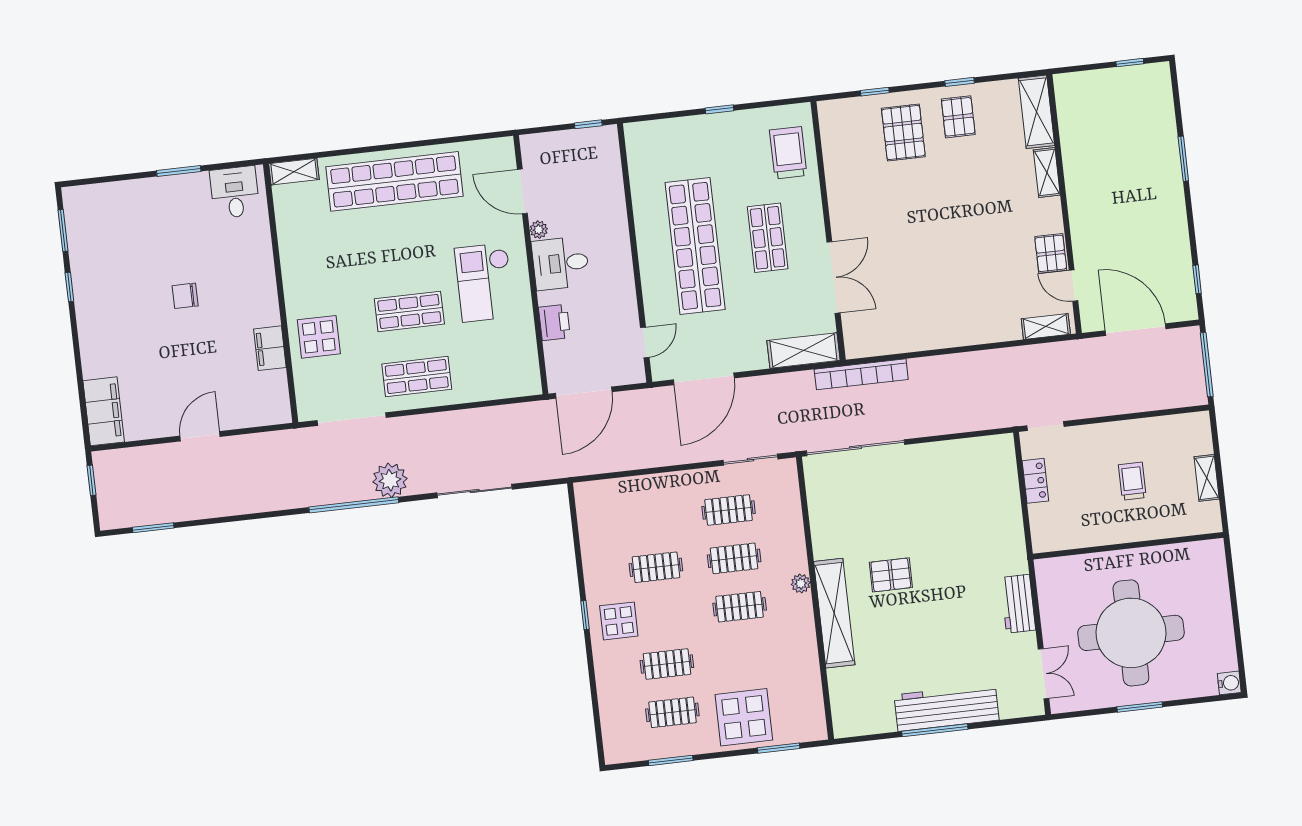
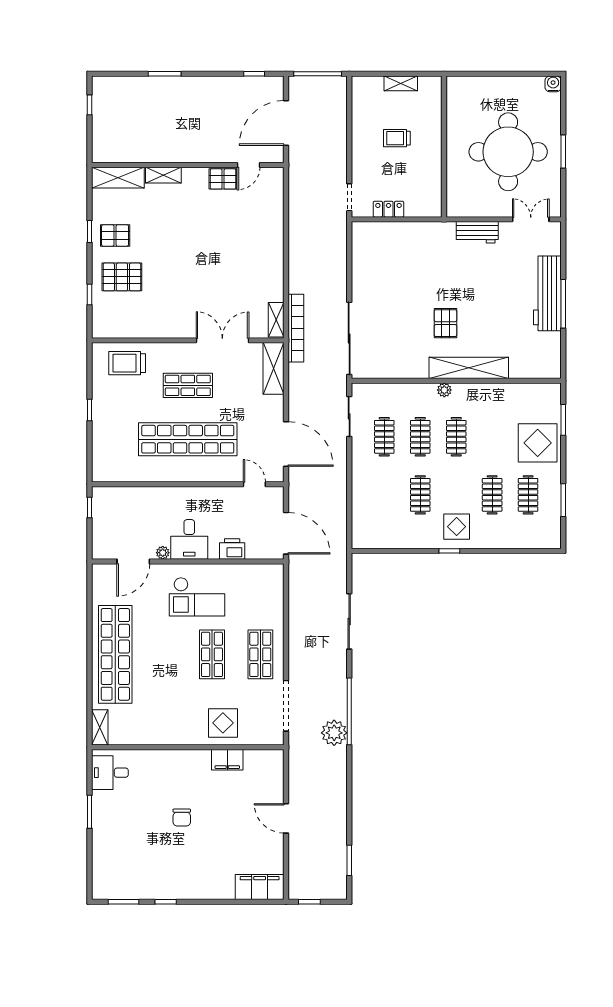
shelving: (1046, 326) -> (276, 320), moved
plant: (390, 480) -> (334, 733), moved

